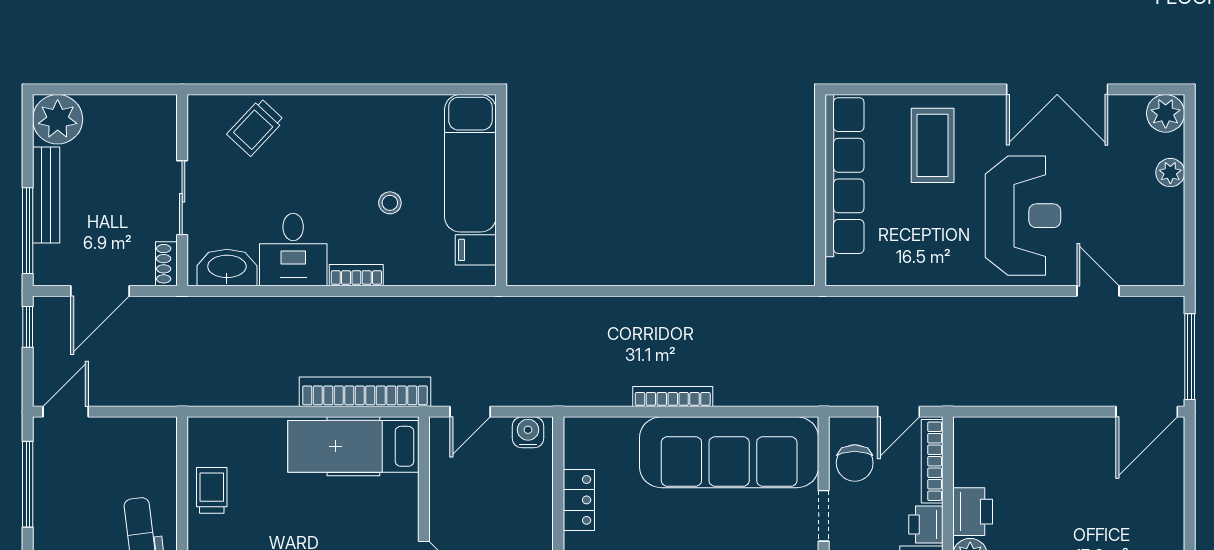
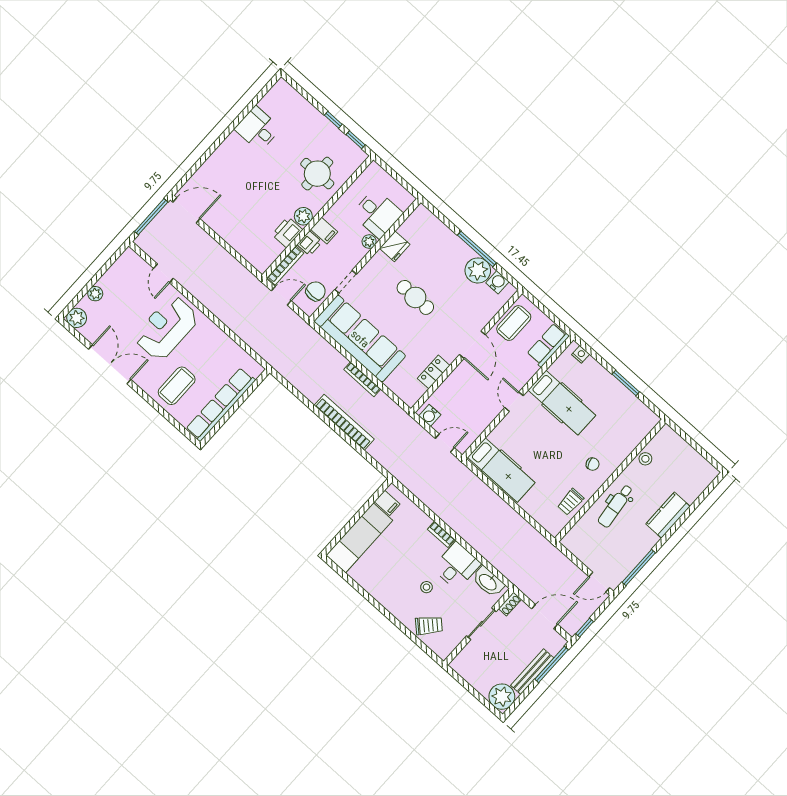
stool: (390, 203) -> (427, 587), moved
bookcase: (365, 392) -> (344, 422), moved, turned 180

